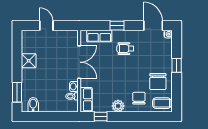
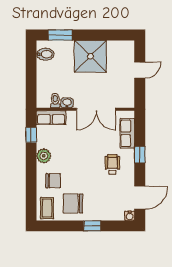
shower: (29, 61) -> (90, 56), width x1.86, depth x1.86

